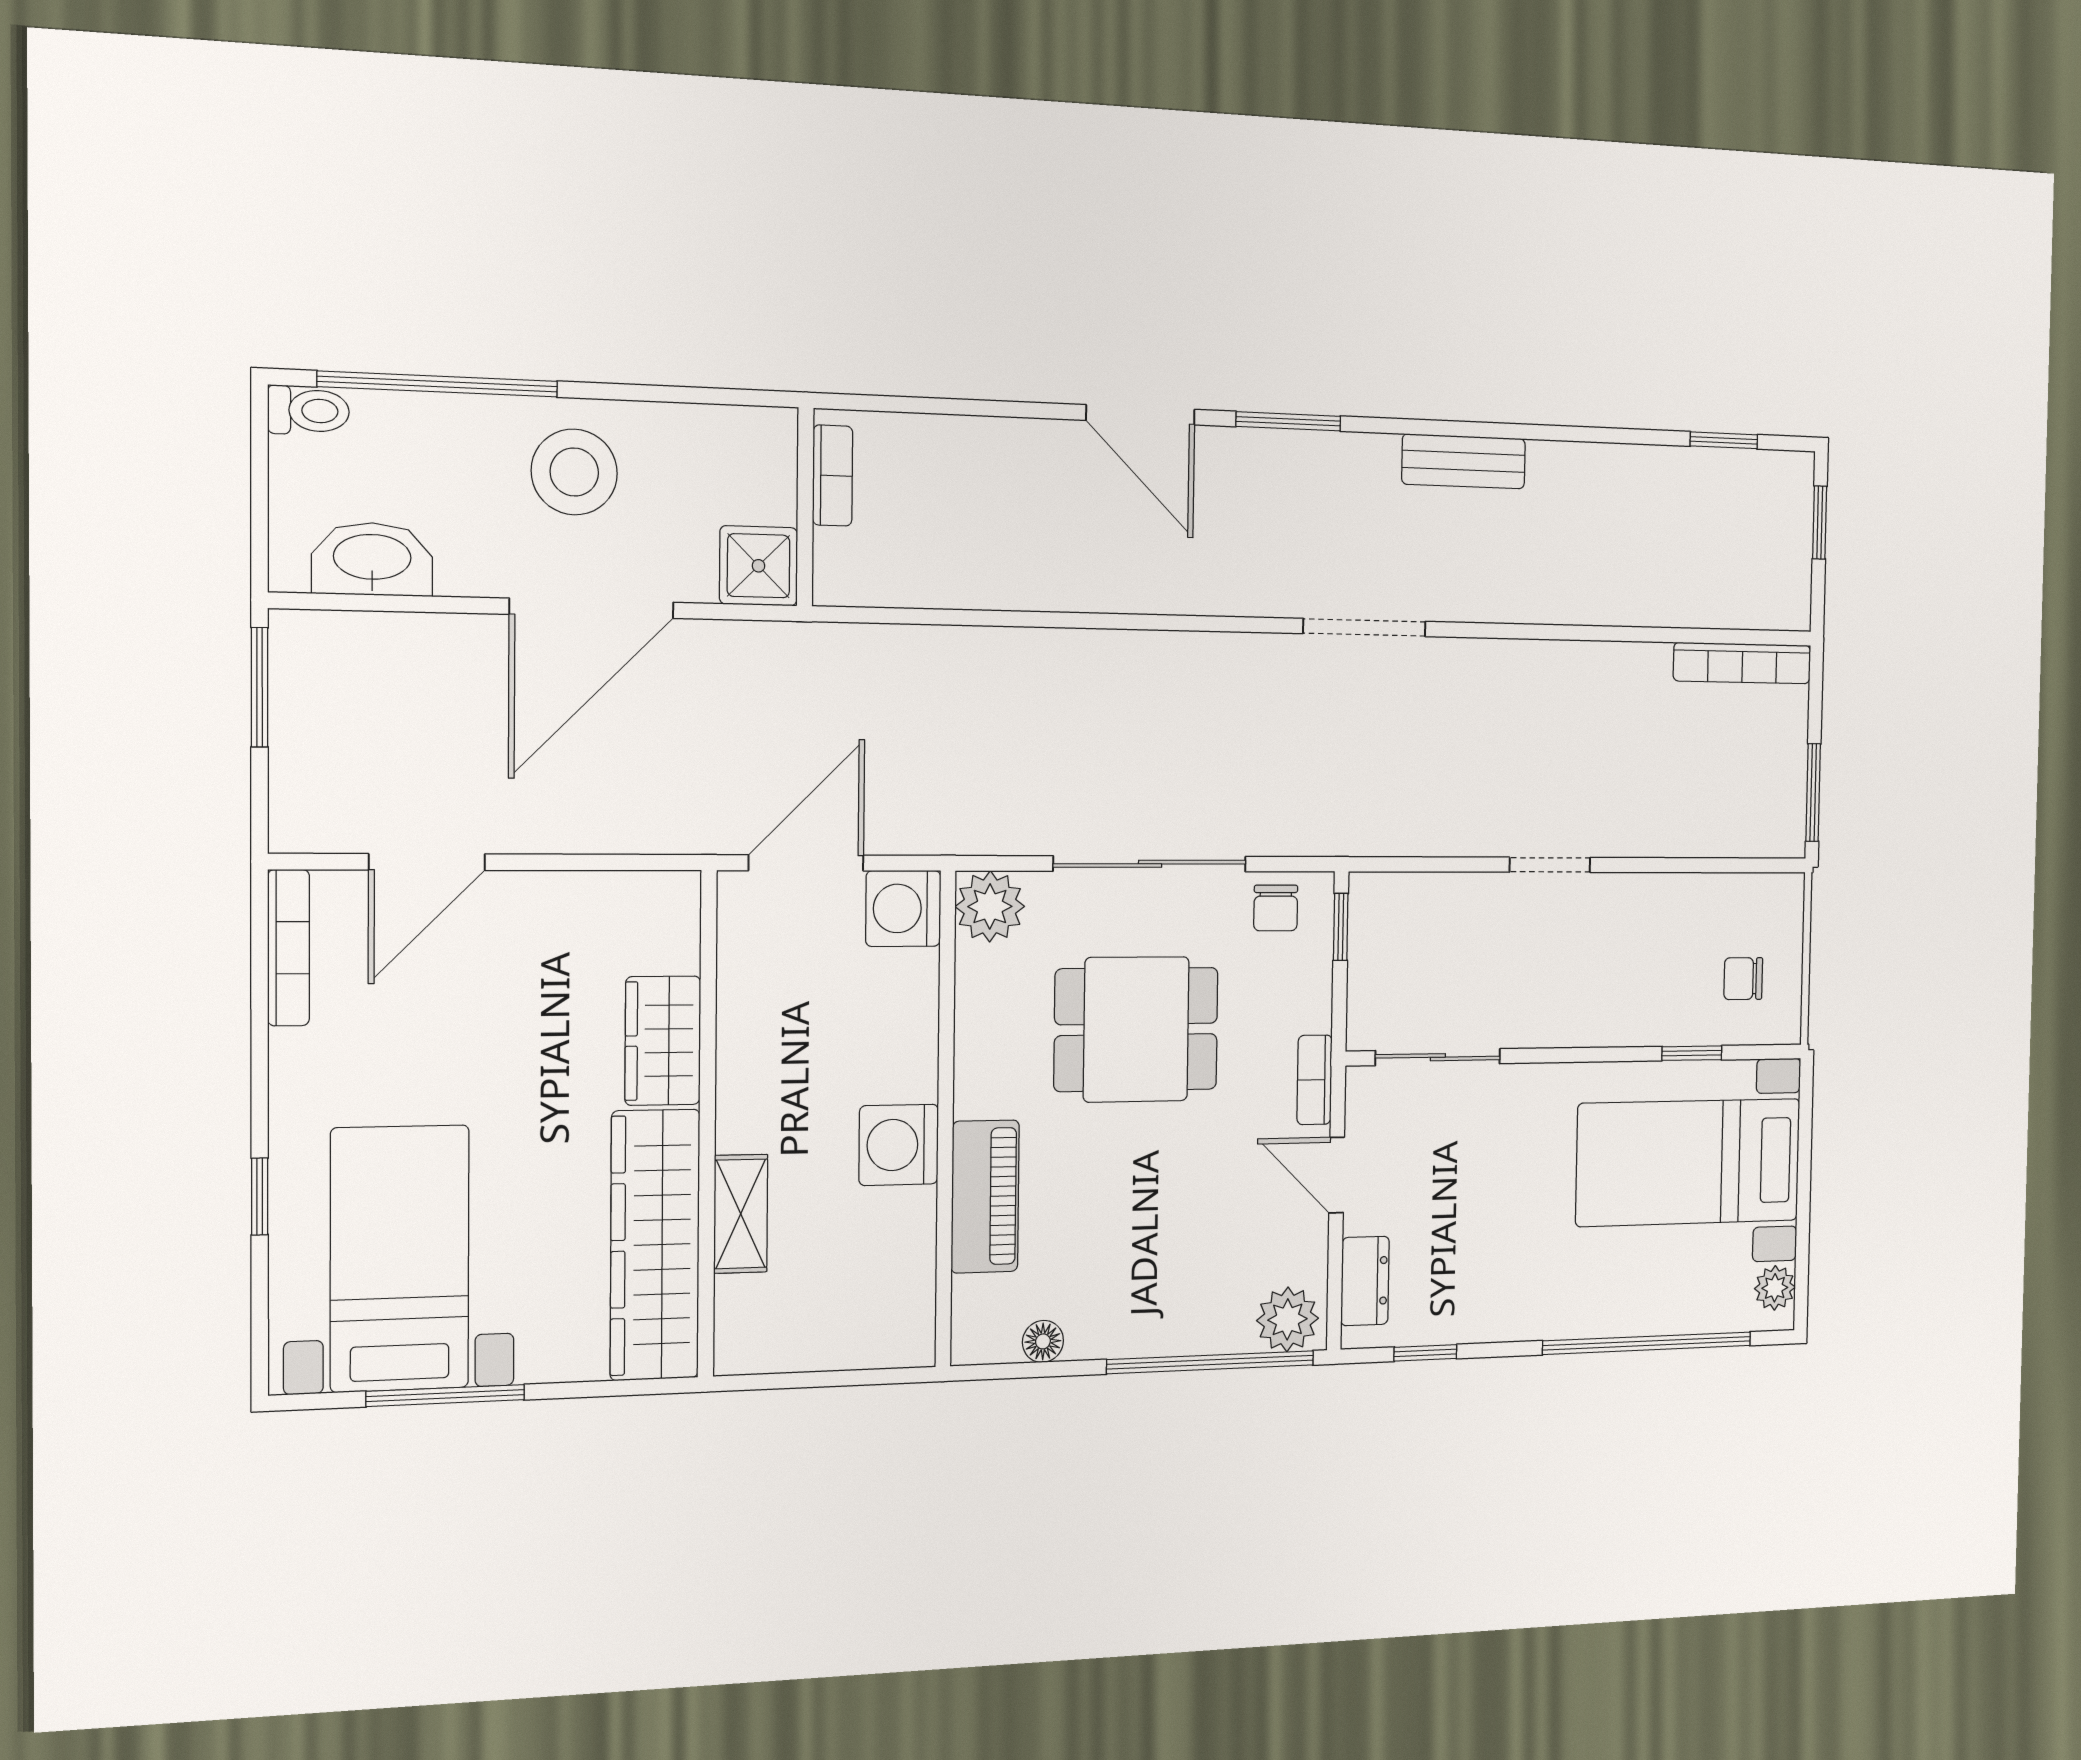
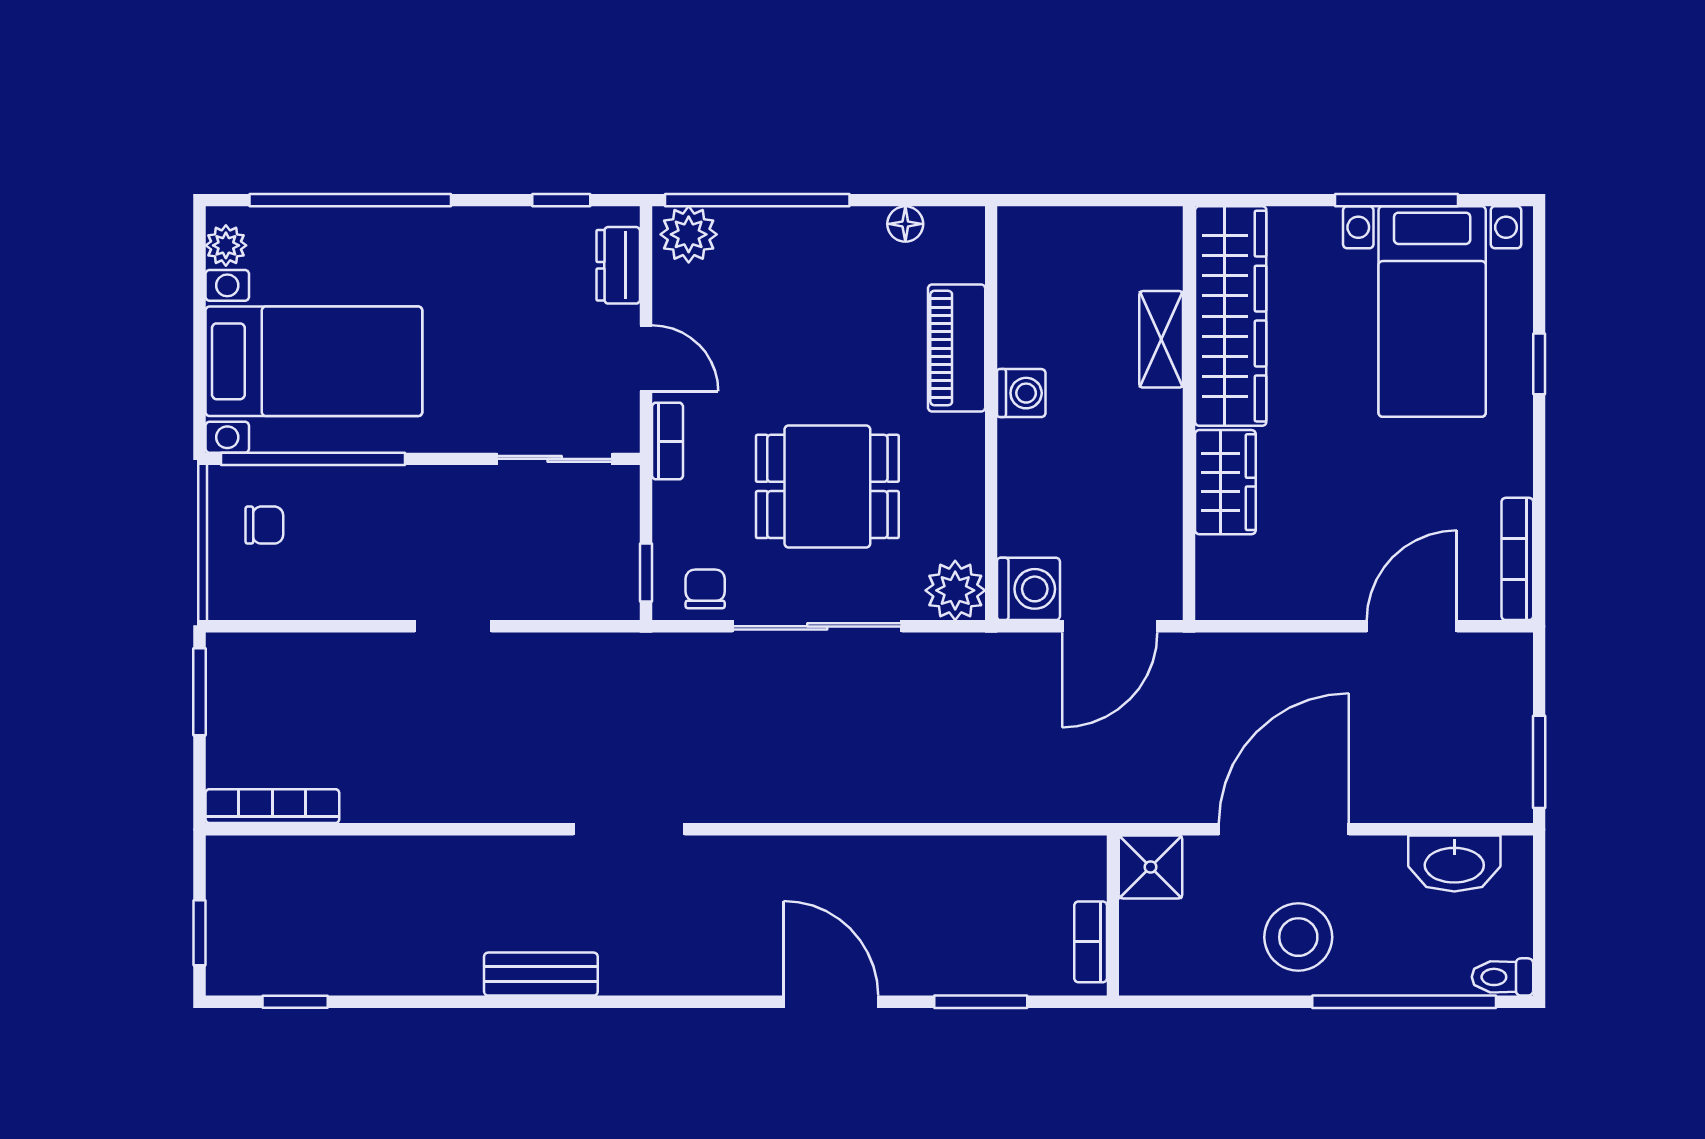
window: (1288, 421) -> (981, 1002), moved
window: (1692, 1053) -> (313, 459), width x3.17
washing machine: (899, 1145) -> (1021, 393), width x0.73, depth x0.73

